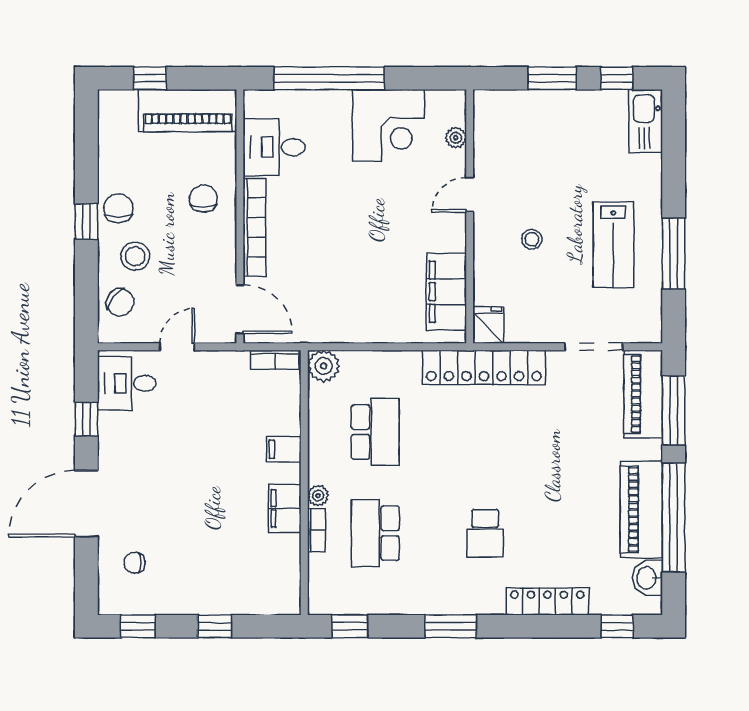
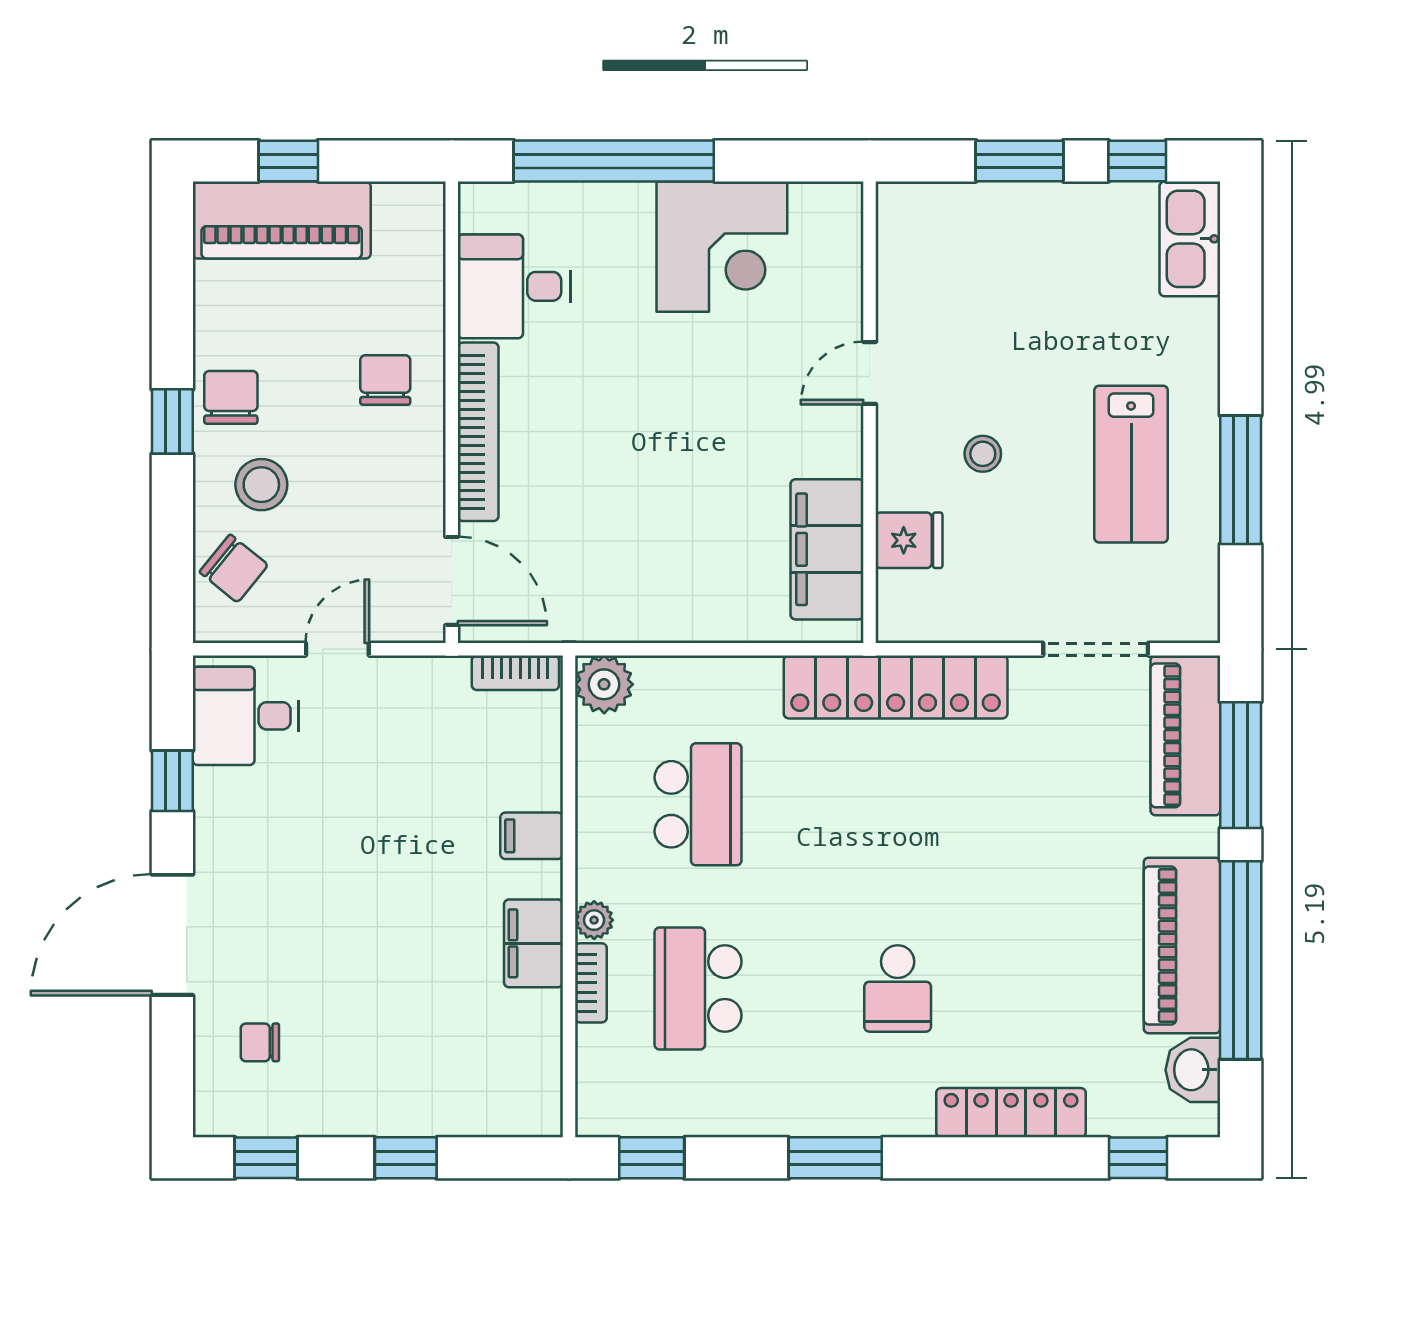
piano: (188, 111) -> (282, 220), moved
plant: (456, 138) -> (844, 269), removed
fridge: (488, 325) -> (909, 540), moved, turned 90

